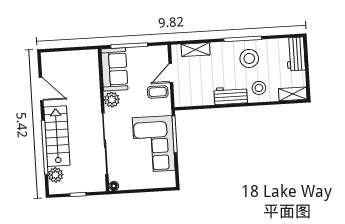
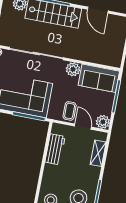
plant: (160, 53) -> (103, 122), added
door: (41, 89) -> (98, 10), hinge flipped
workbench: (231, 95) -> (55, 149), moved

